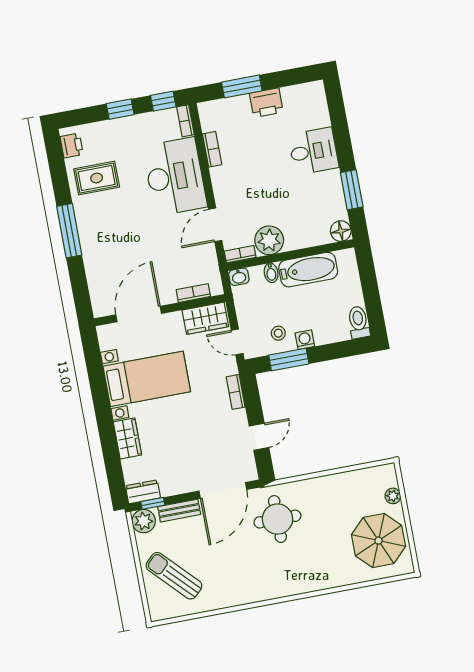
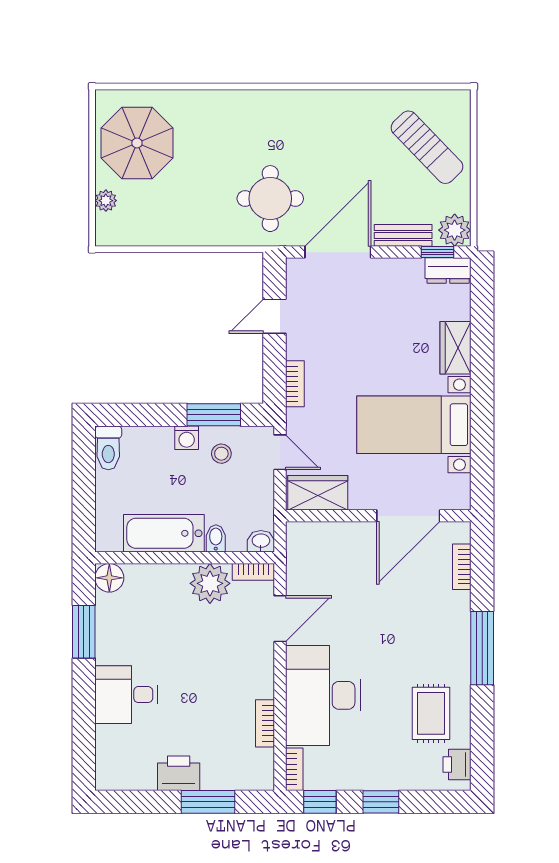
rug: (97, 178) -> (431, 713), turned 90
bookcase: (193, 293) -> (462, 567), moved, turned 90

